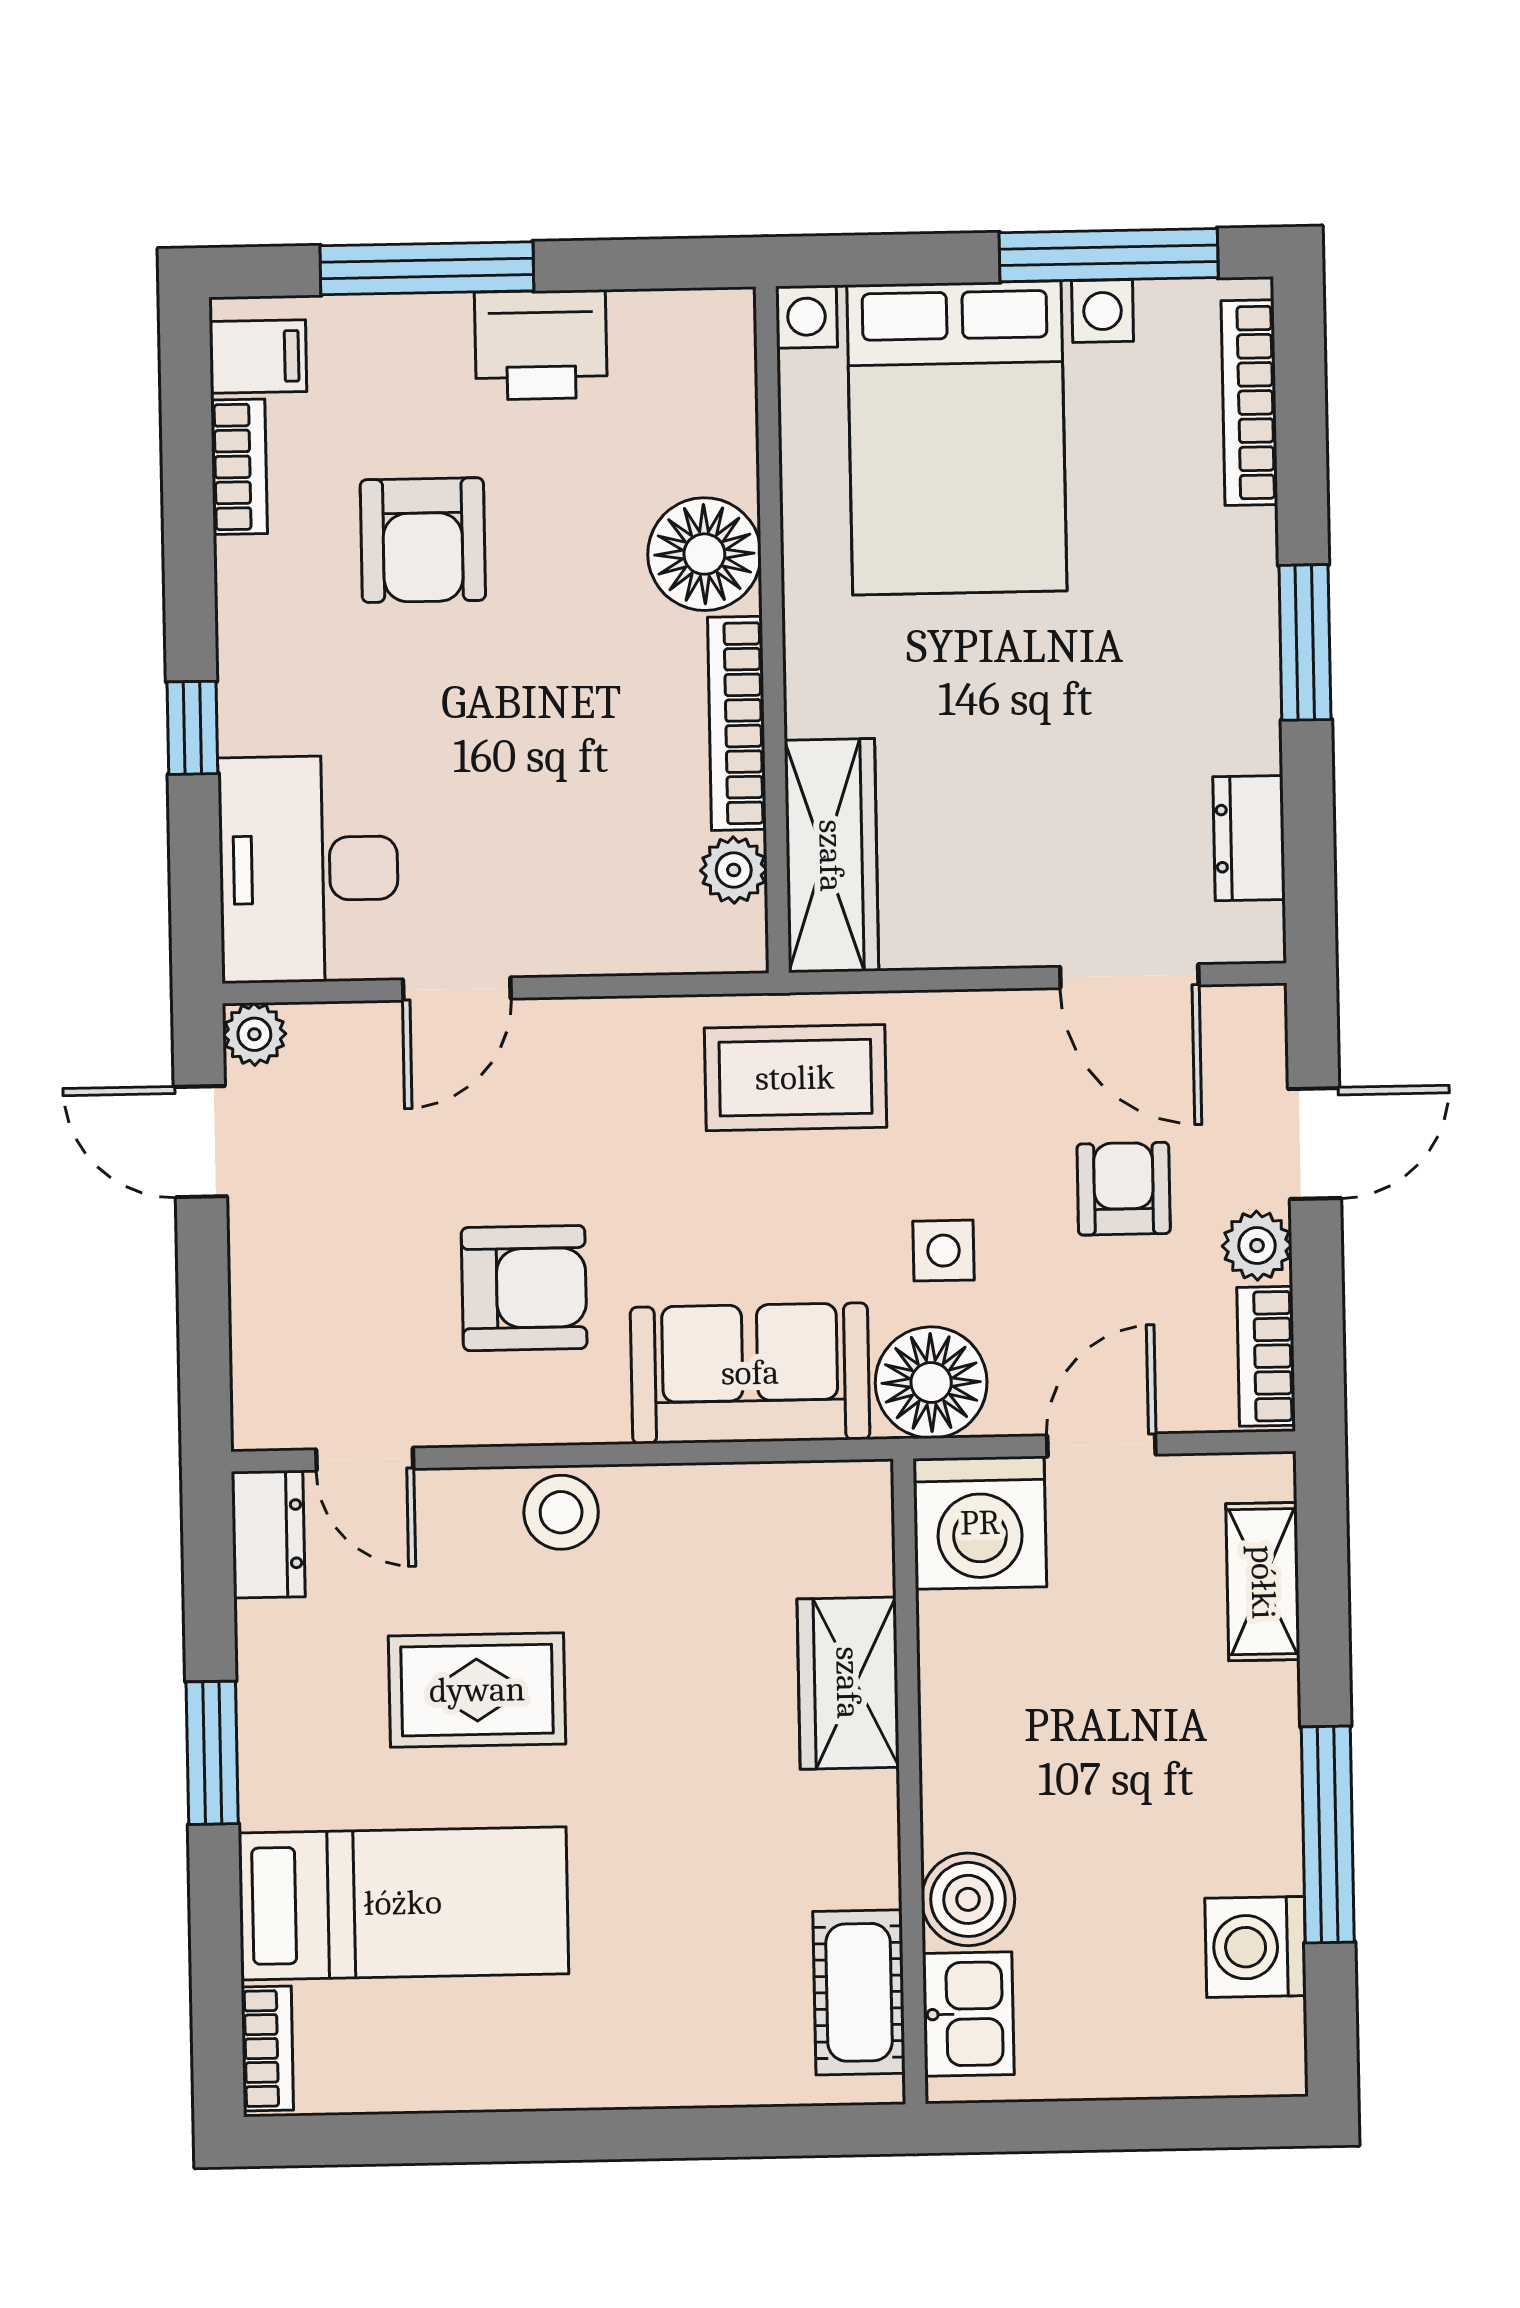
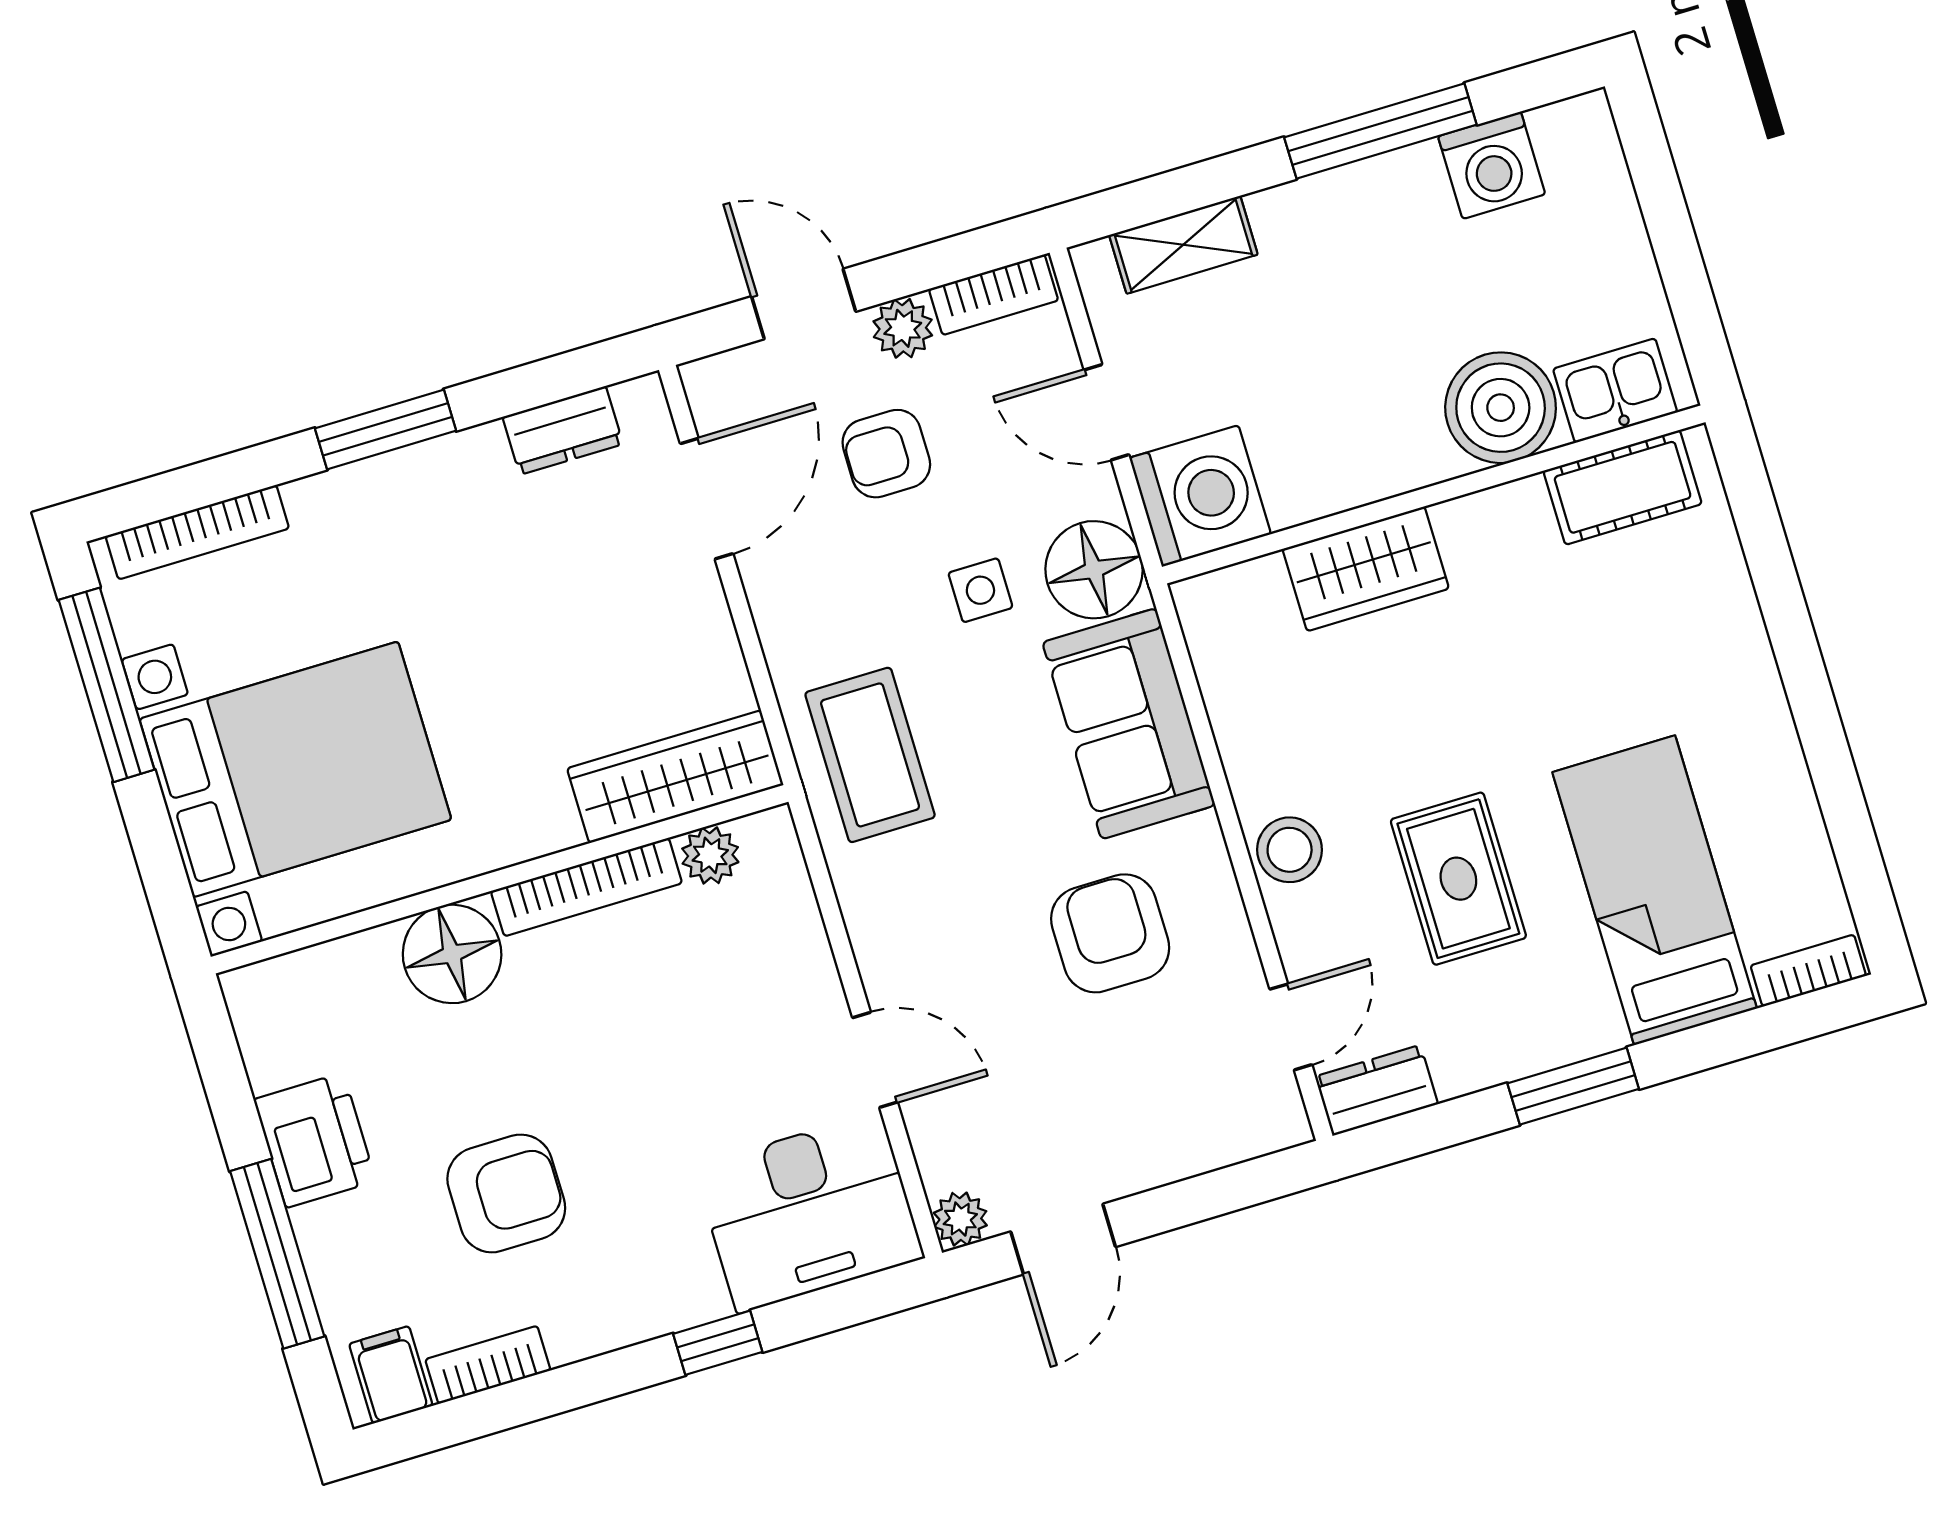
boiler: (968, 1899) -> (1501, 408), width x1.37, depth x1.37

